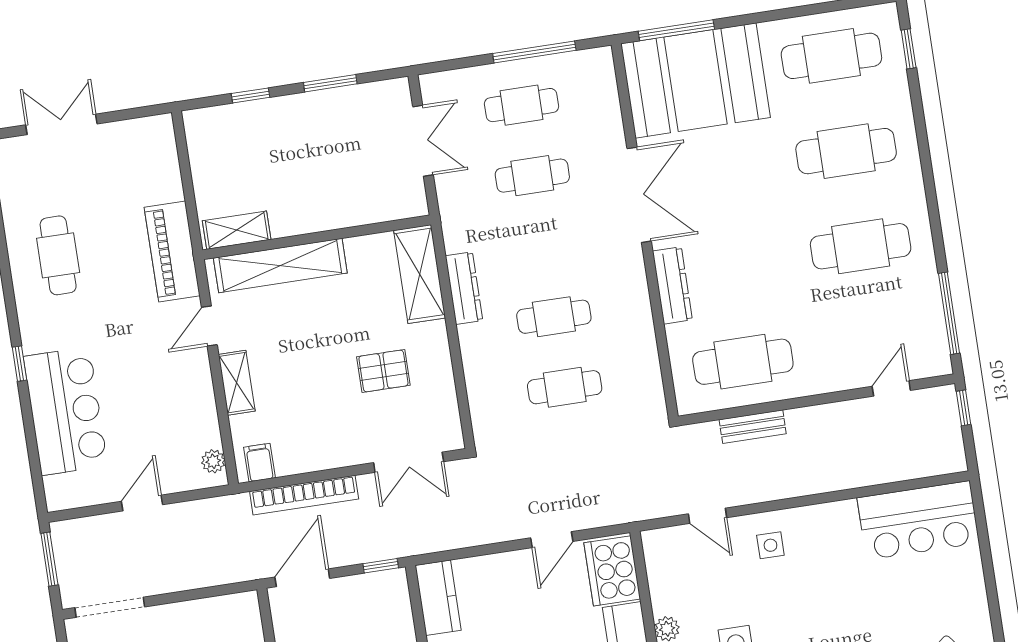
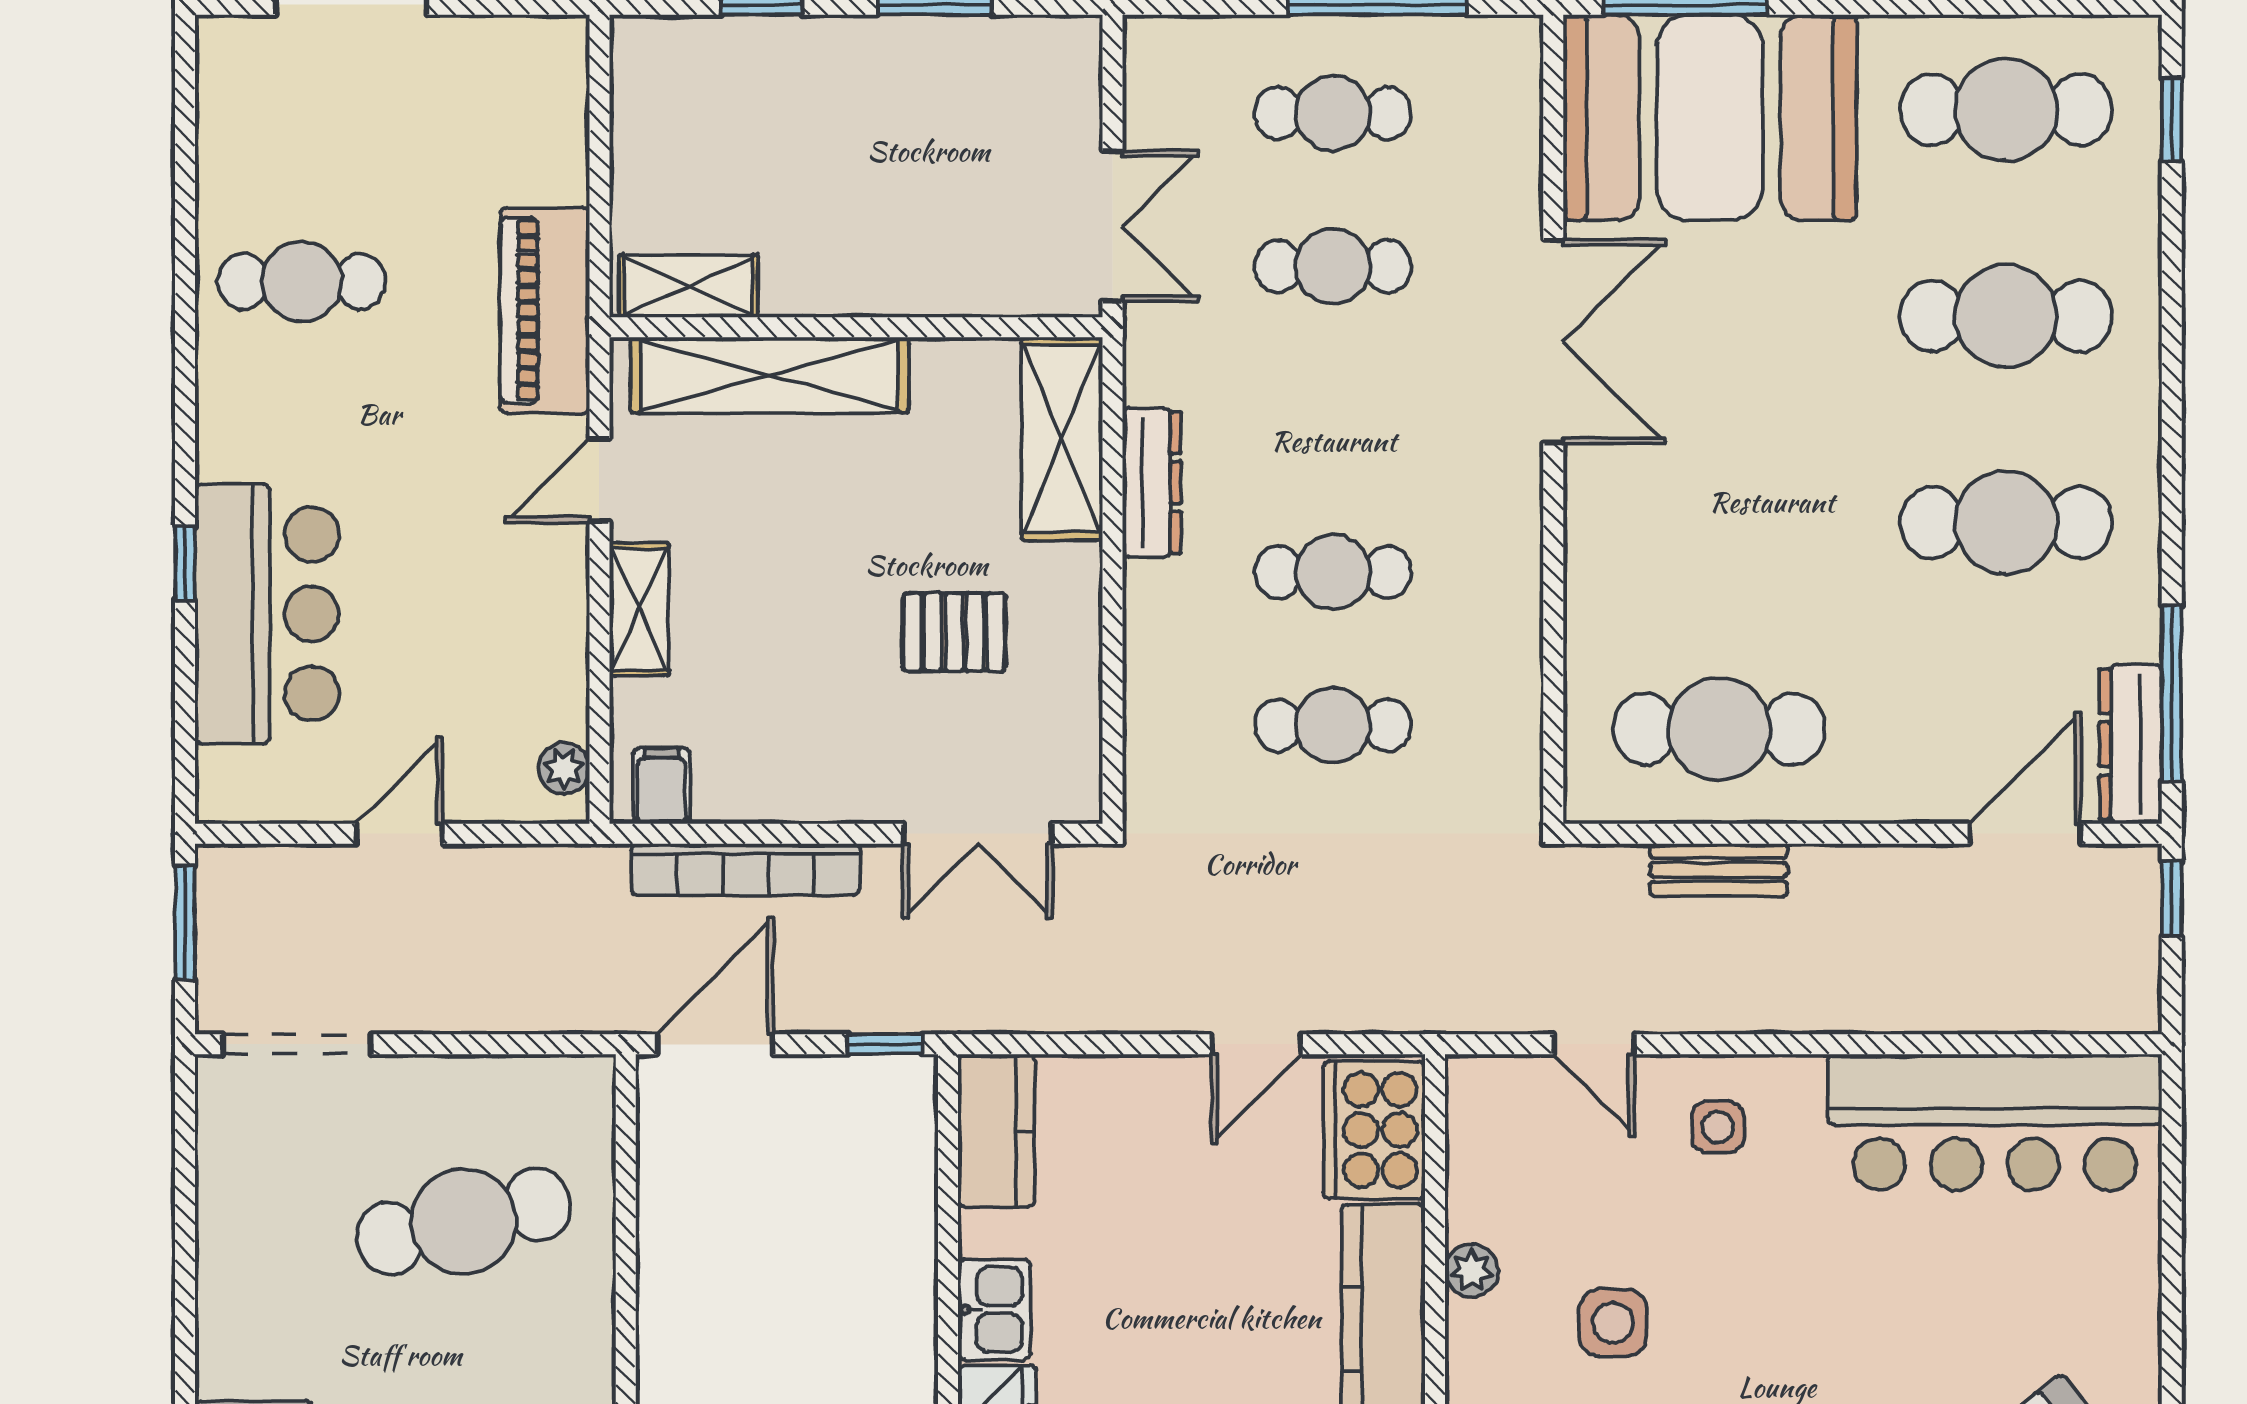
double door: (423, 141) -> (1113, 226), moved
cafe table: (58, 255) -> (302, 282), turned 90
dresser: (672, 285) -> (2131, 744), moved, turned 180
window: (20, 364) -> (185, 563), moved
door: (891, 388) -> (2025, 834), width x1.38
bar counter: (918, 520) -> (1995, 1122), width x1.36

